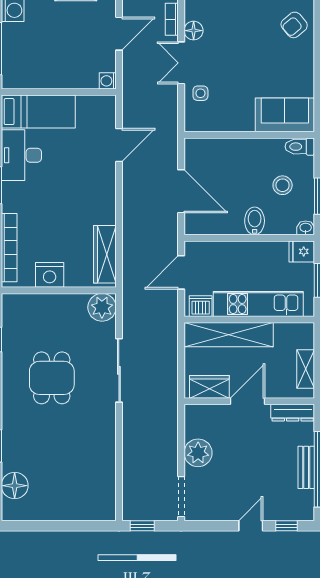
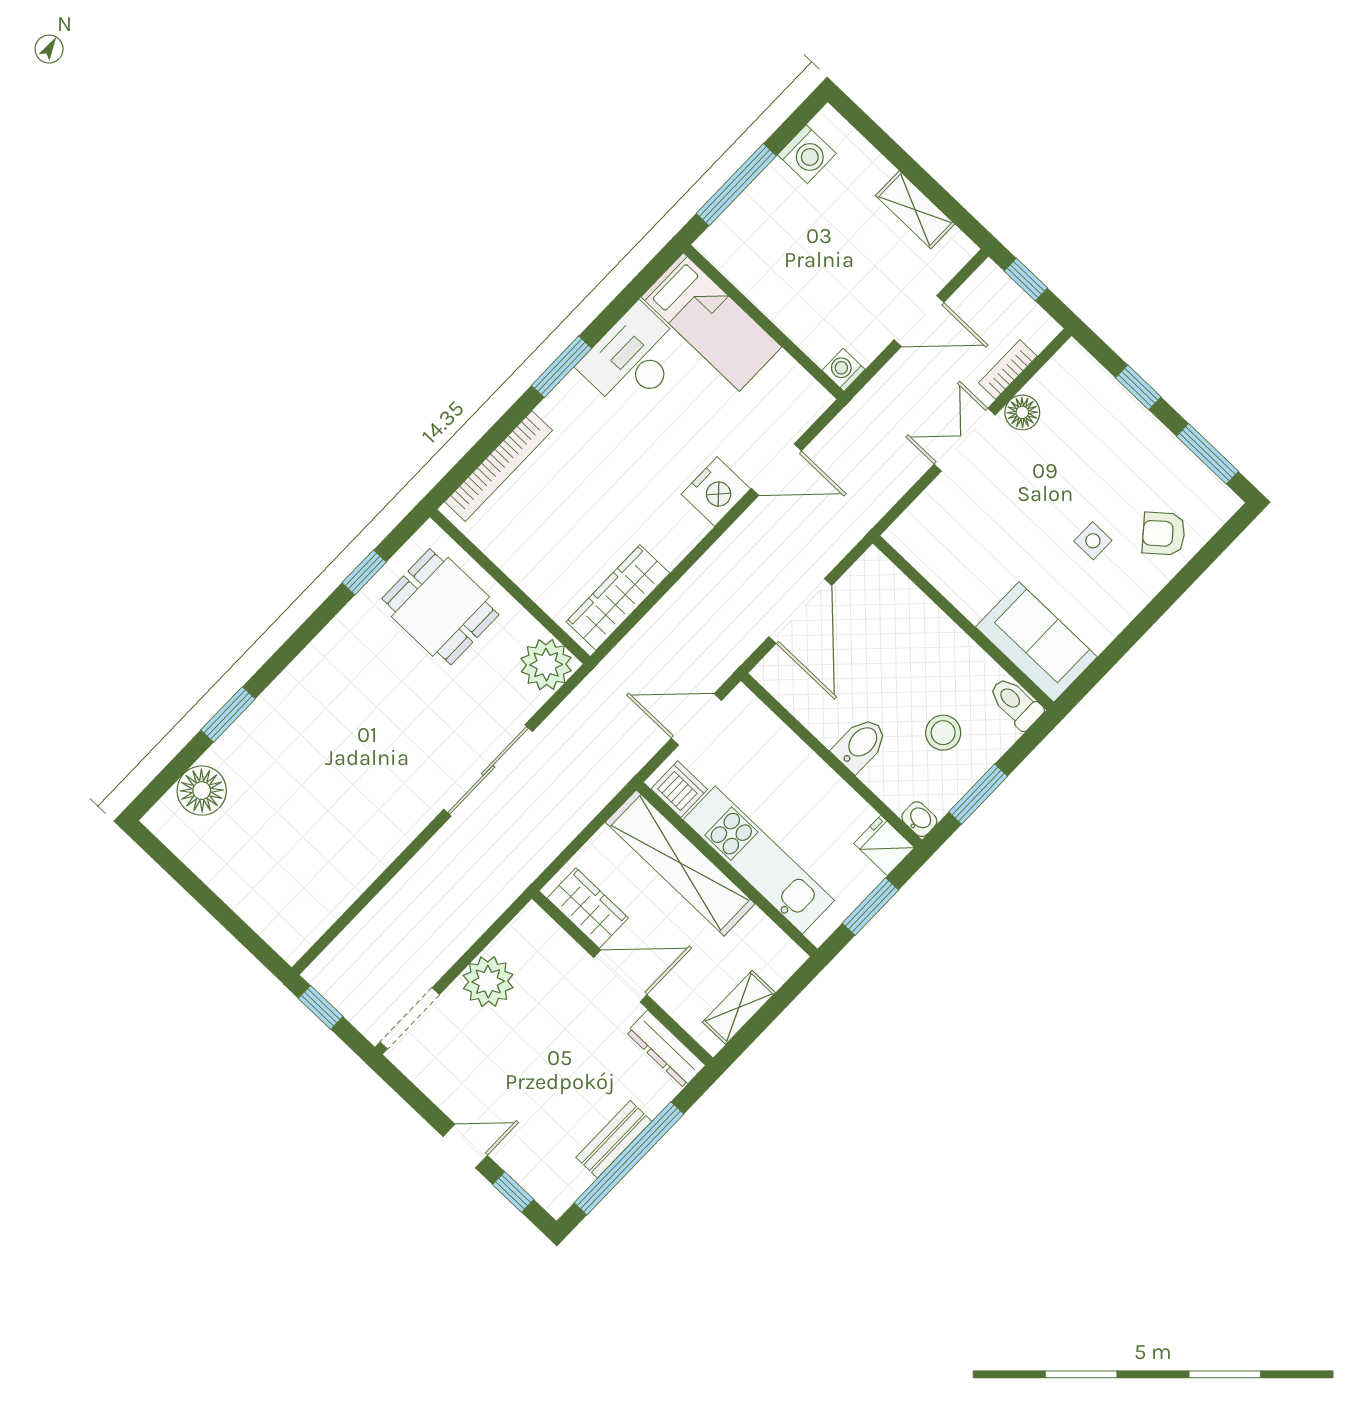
side table: (200, 93) -> (1093, 541), moved
nightstand: (50, 275) -> (716, 491), moved, turned -90
dining table: (52, 378) -> (440, 607), moved, turned 90

